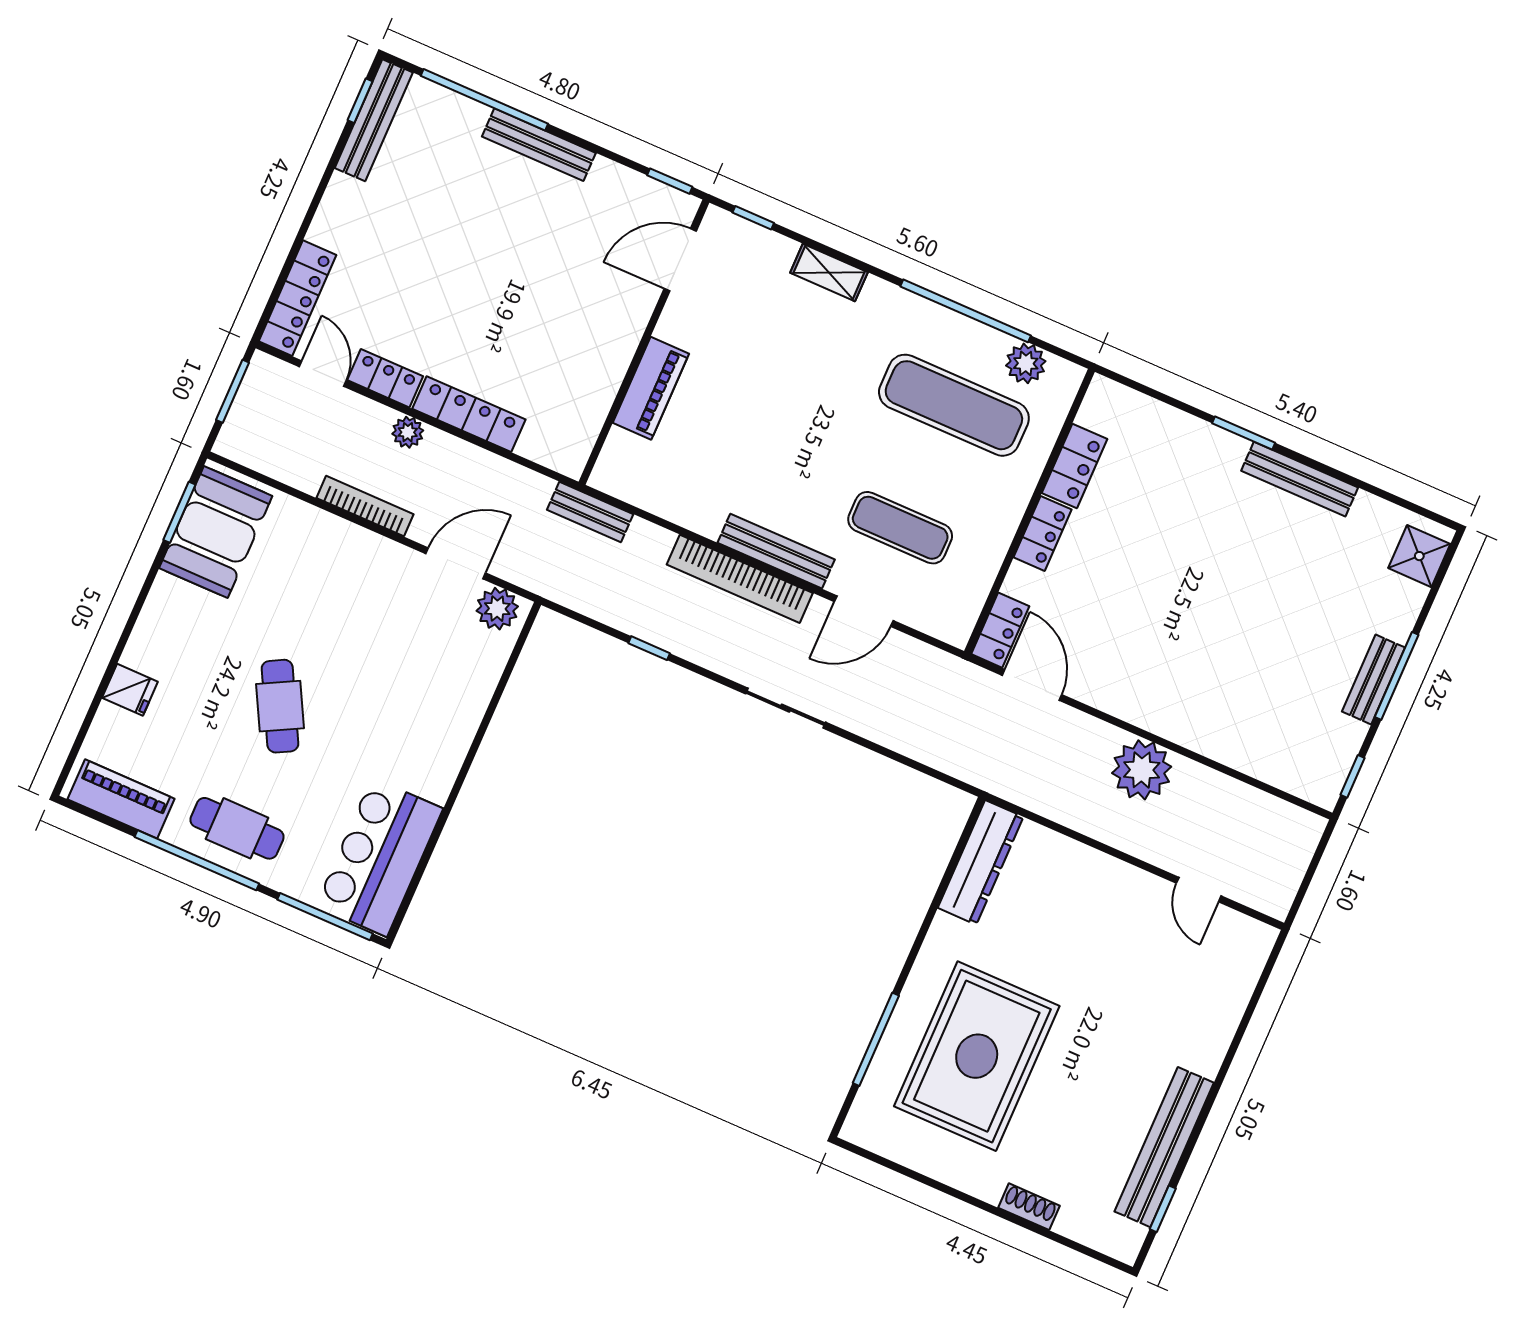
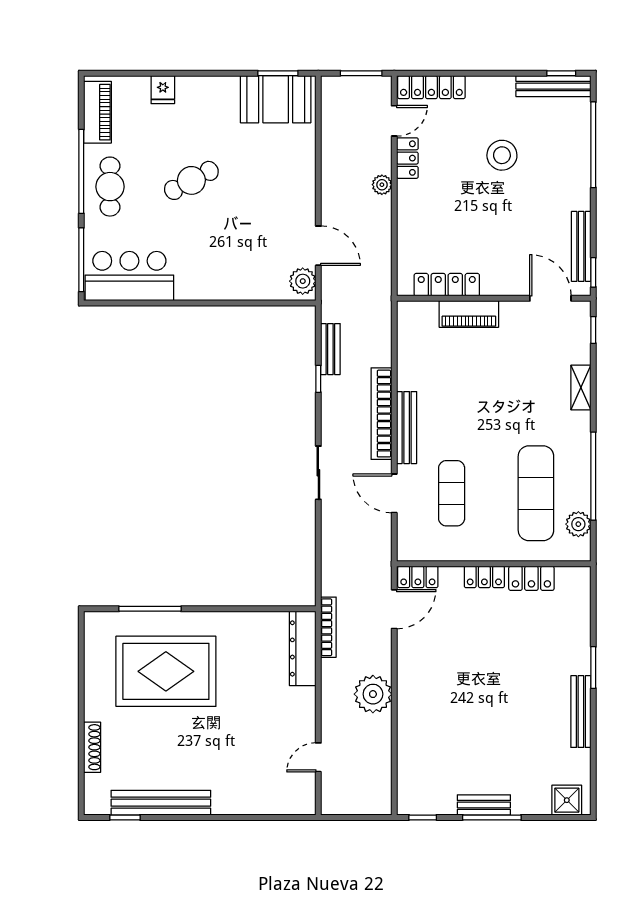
bench: (539, 145) -> (581, 246), moved
stool: (441, 239) -> (502, 155), added
locker: (469, 414) -> (447, 285), moved, turned -90
bookcase: (365, 506) -> (328, 627), moved
bench: (590, 512) -> (330, 349), moved
dresser: (981, 862) -> (303, 648), moved, turned 90
shoe rack: (1029, 1207) -> (92, 747), width x1.43

